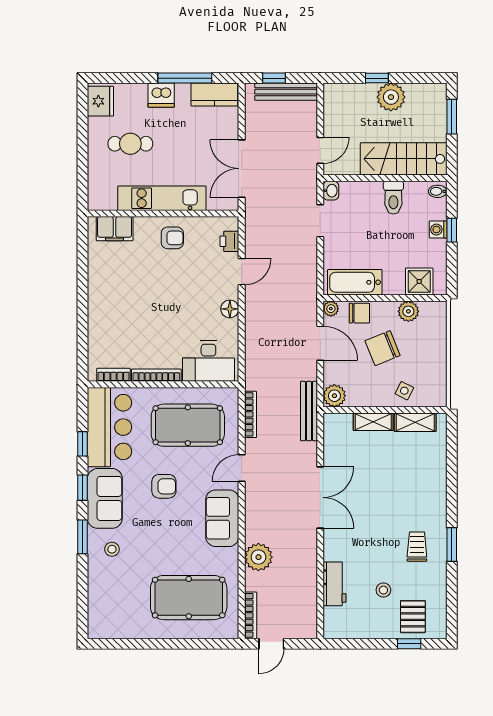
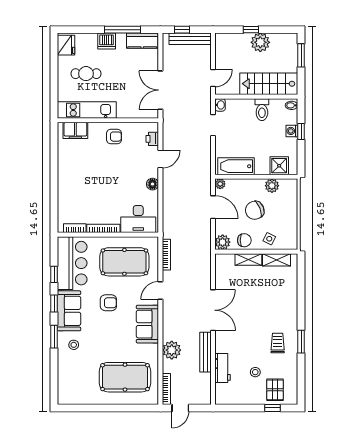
kitchen unit: (162, 198) -> (87, 110), moved
chair: (359, 313) -> (244, 240), moved
bench: (309, 411) -> (205, 352), moved

